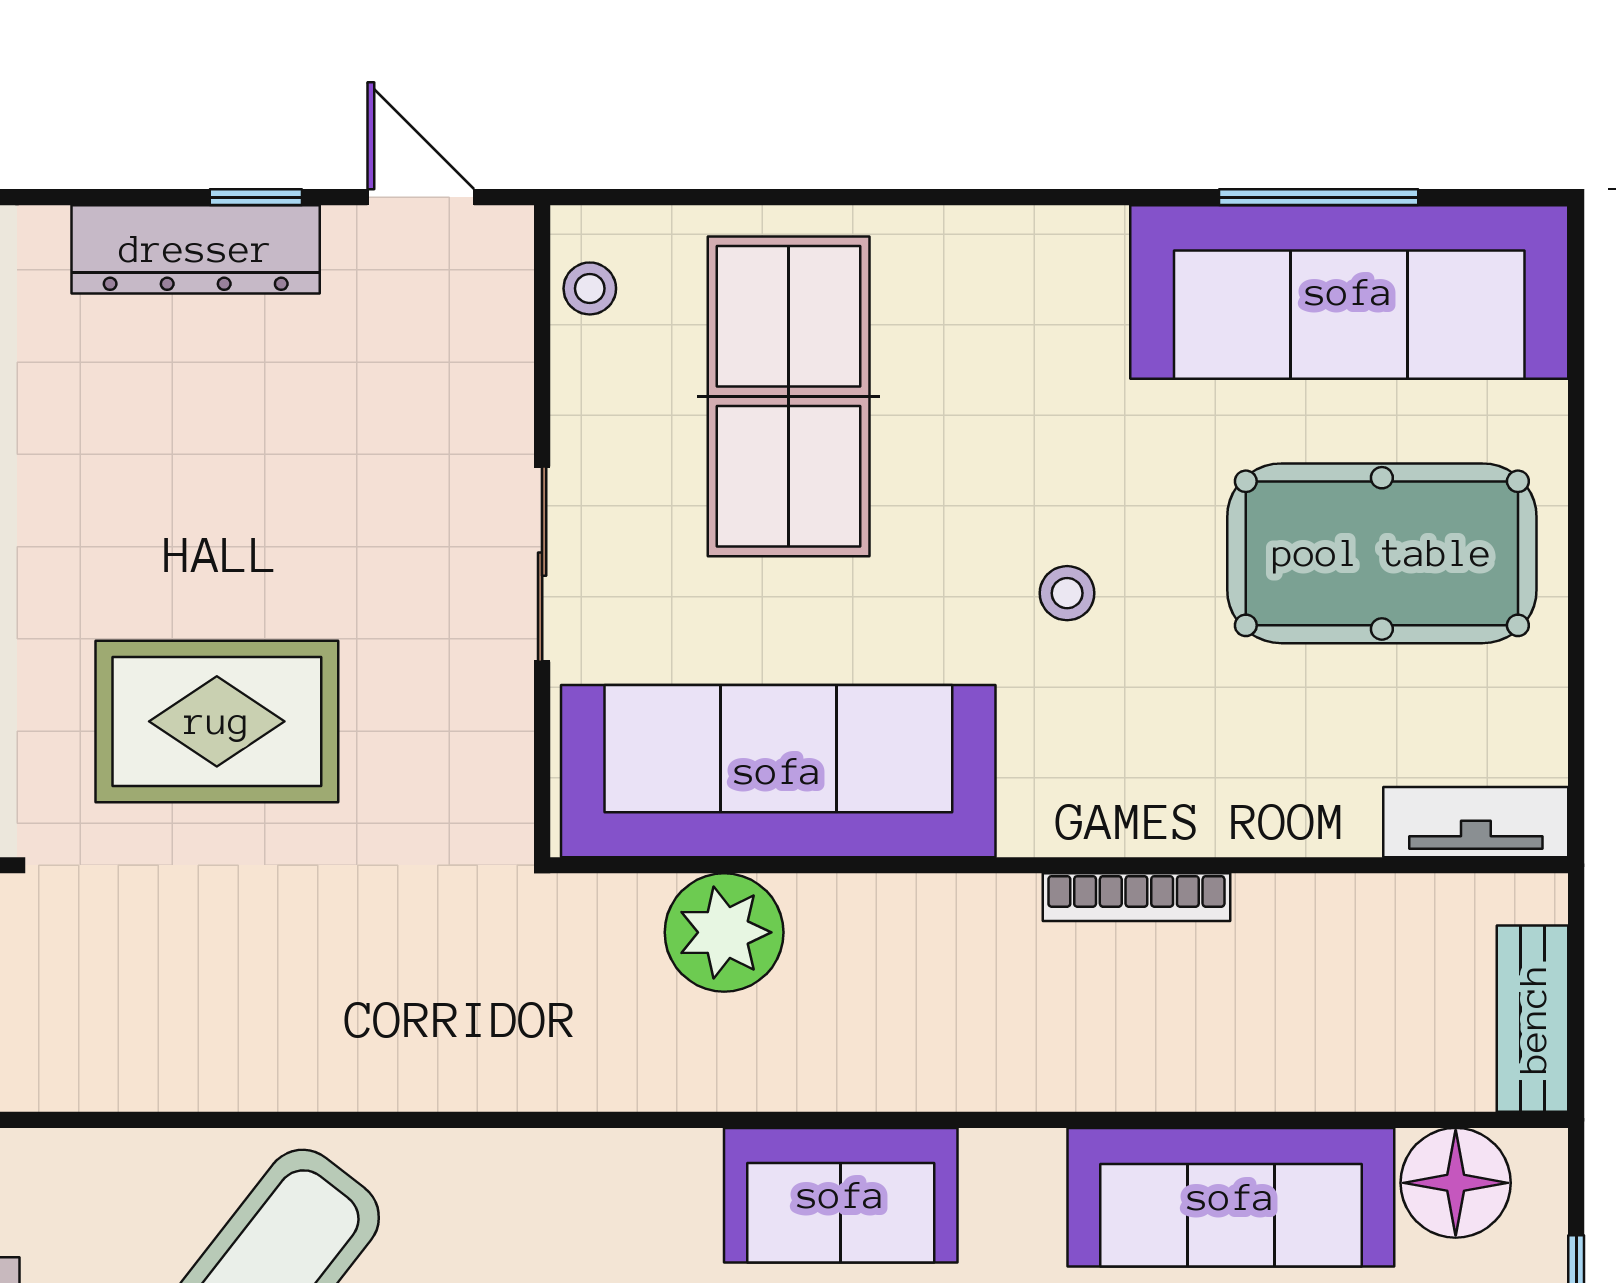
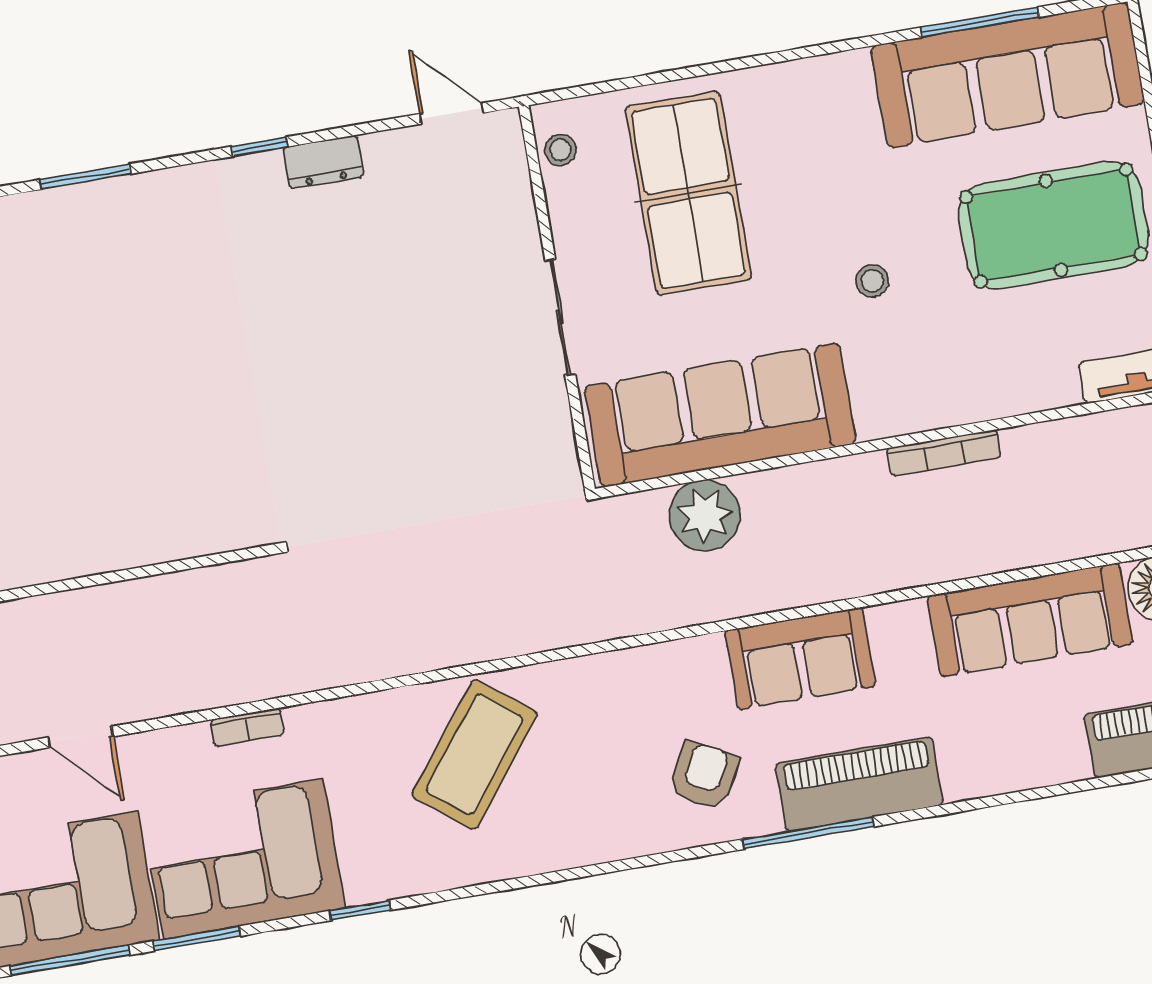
window: (256, 197) -> (259, 147), moved
dresser: (196, 249) -> (323, 162), width x0.51, depth x0.80
rug: (217, 721) -> (385, 443), removed

